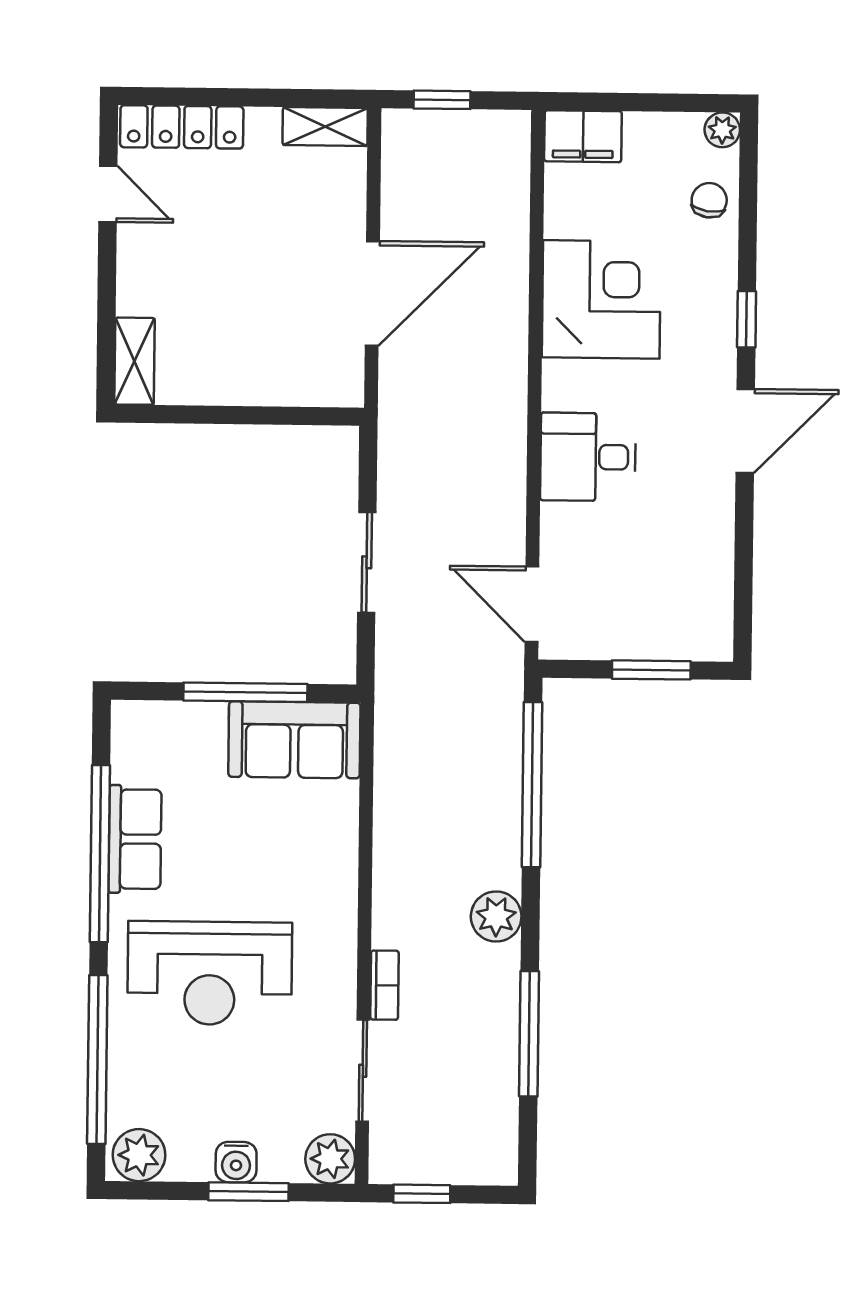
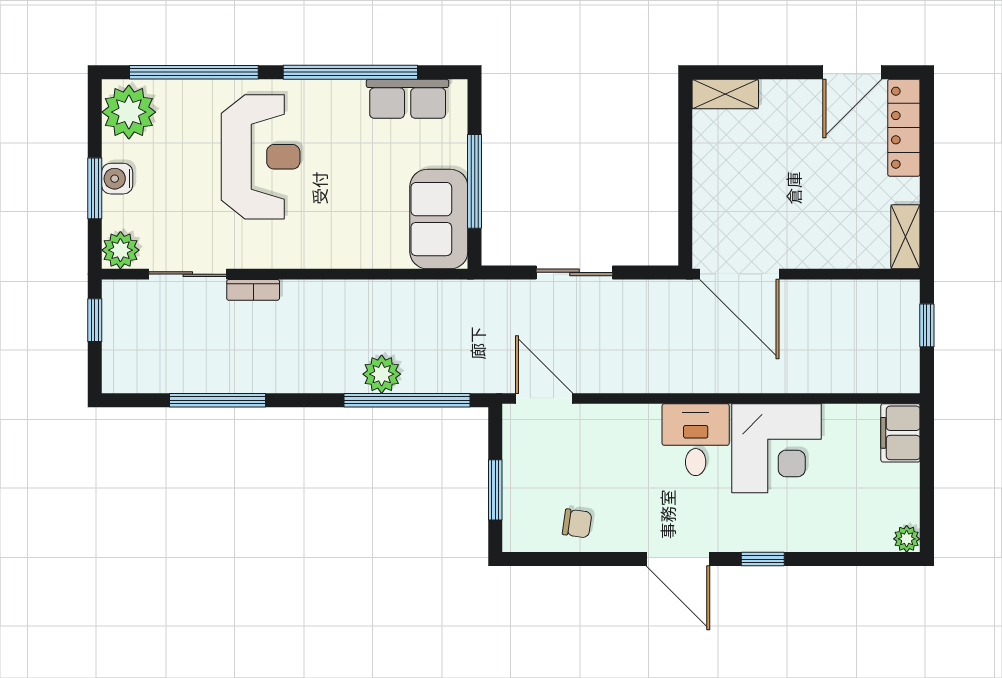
door: (108, 194) -> (852, 72), width x1.38
chair: (709, 200) -> (577, 523), moved
door: (372, 293) -> (739, 274), moved
desk: (588, 457) -> (696, 440), moved
door: (532, 604) -> (544, 398), hinge flipped
row of seats: (135, 839) -> (408, 99), moved
plant: (496, 917) -> (382, 374), moved
reception desk: (210, 973) -> (261, 157), turned 180
plant: (139, 1155) -> (129, 112), width x1.36, depth x1.36

